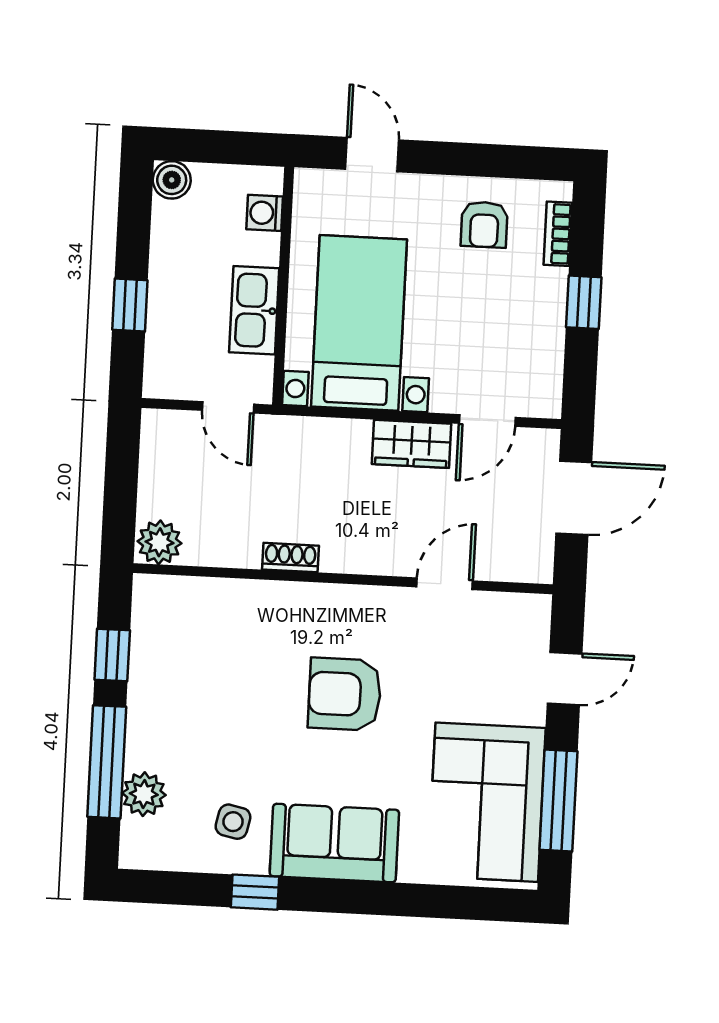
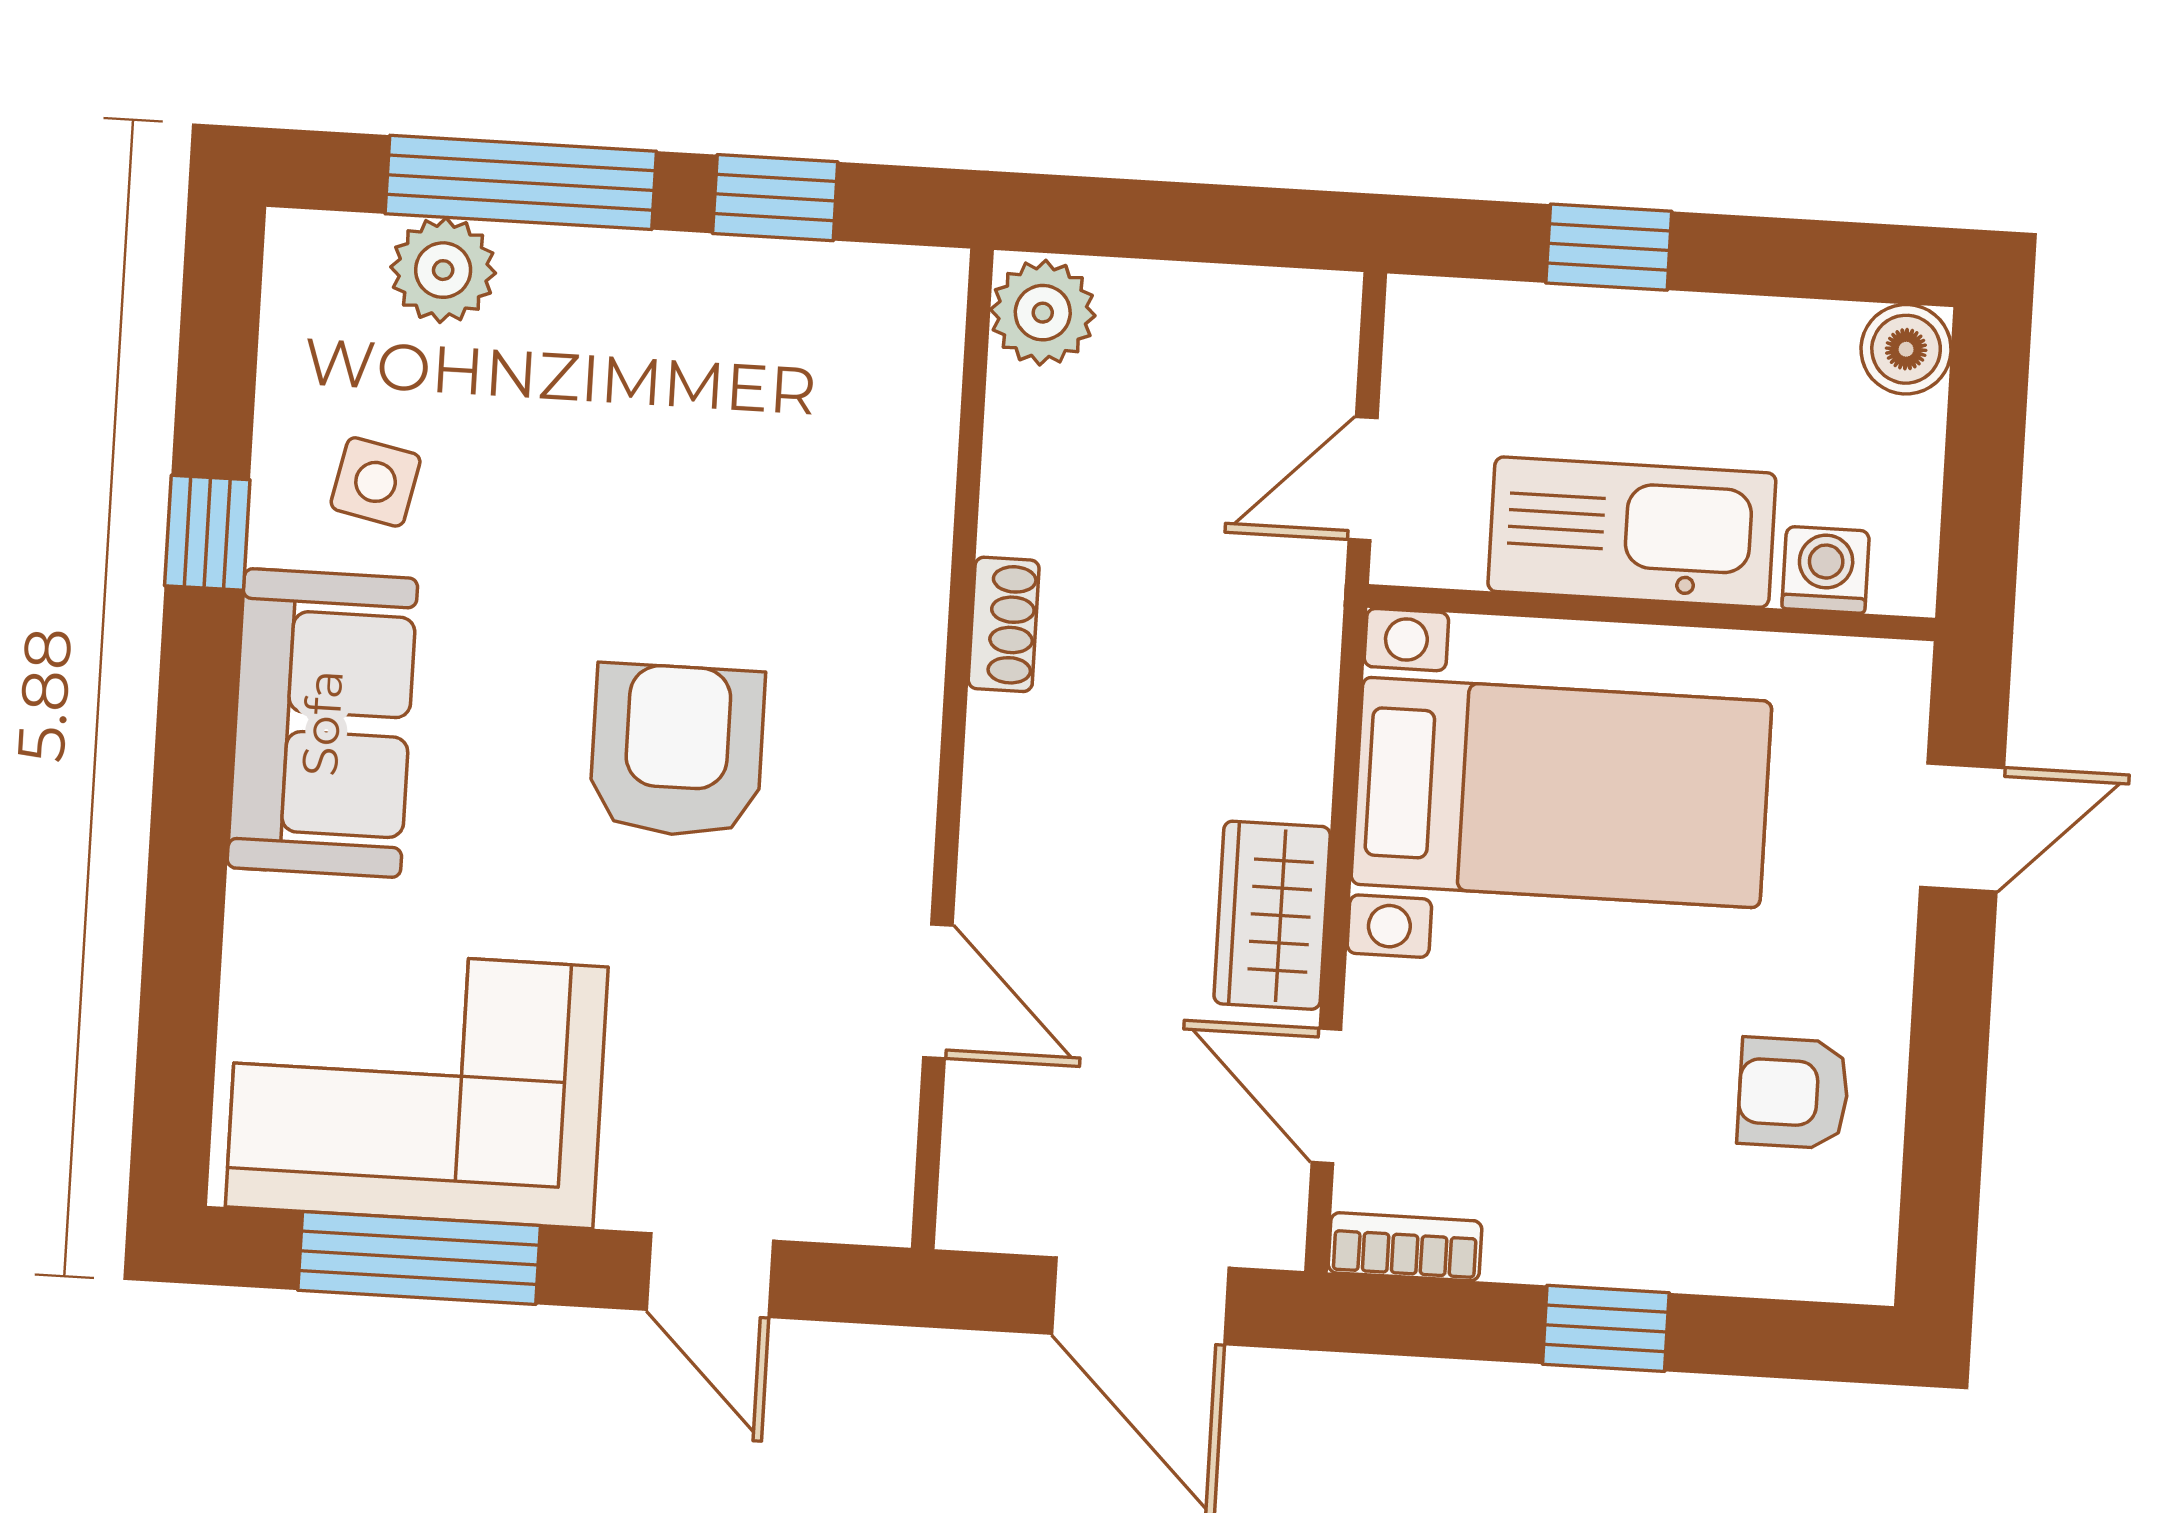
bookcase: (558, 234) -> (1405, 1247), moved
kitchen sink: (254, 310) -> (1632, 532), width x1.36, depth x1.24

